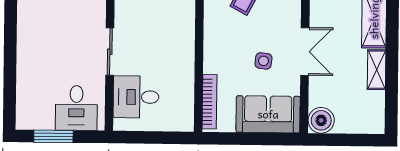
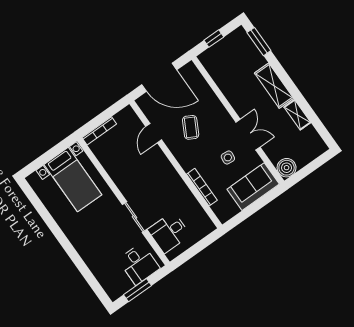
bookcase: (210, 102) -> (202, 187), moved

